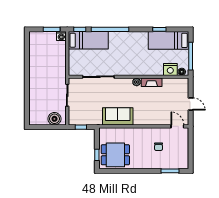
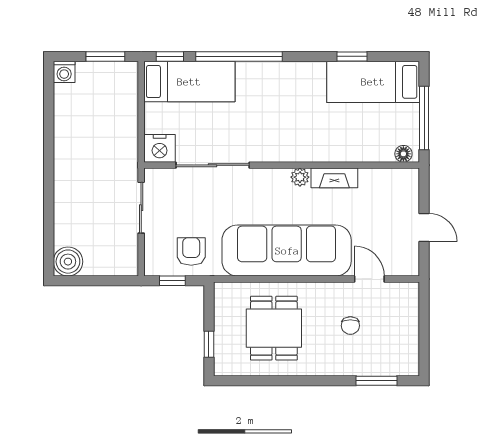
washing machine: (61, 36) -> (64, 72), moved
nightstand: (170, 69) -> (160, 148), moved
armchair: (89, 114) -> (191, 251), added
sofa: (118, 116) -> (287, 251), width x1.85, depth x1.27
boiler: (54, 119) -> (68, 262), moved
door: (177, 126) -> (369, 279), moved
dining table: (115, 155) -> (274, 328), moved, turned 90

